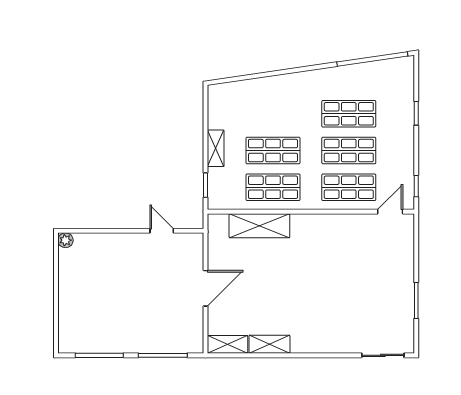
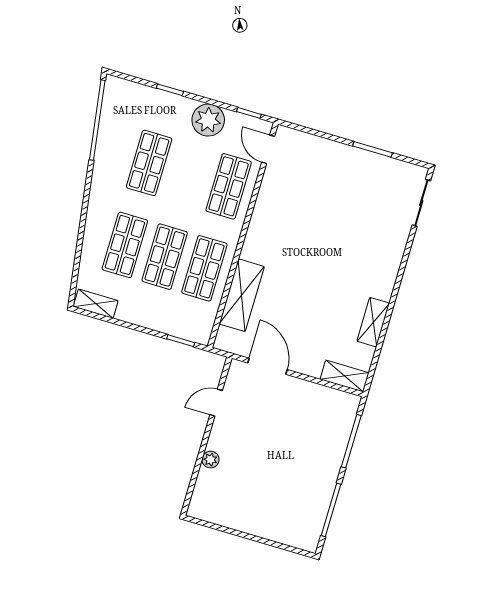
shelving: (216, 148) -> (96, 304), moved
shop shelf: (349, 151) -> (125, 245), moved
plant: (400, 153) -> (208, 120), added
plant: (66, 240) -> (210, 460), moved
door: (206, 288) -> (268, 366), moved
shelving: (227, 344) -> (345, 376), moved, turned 90

